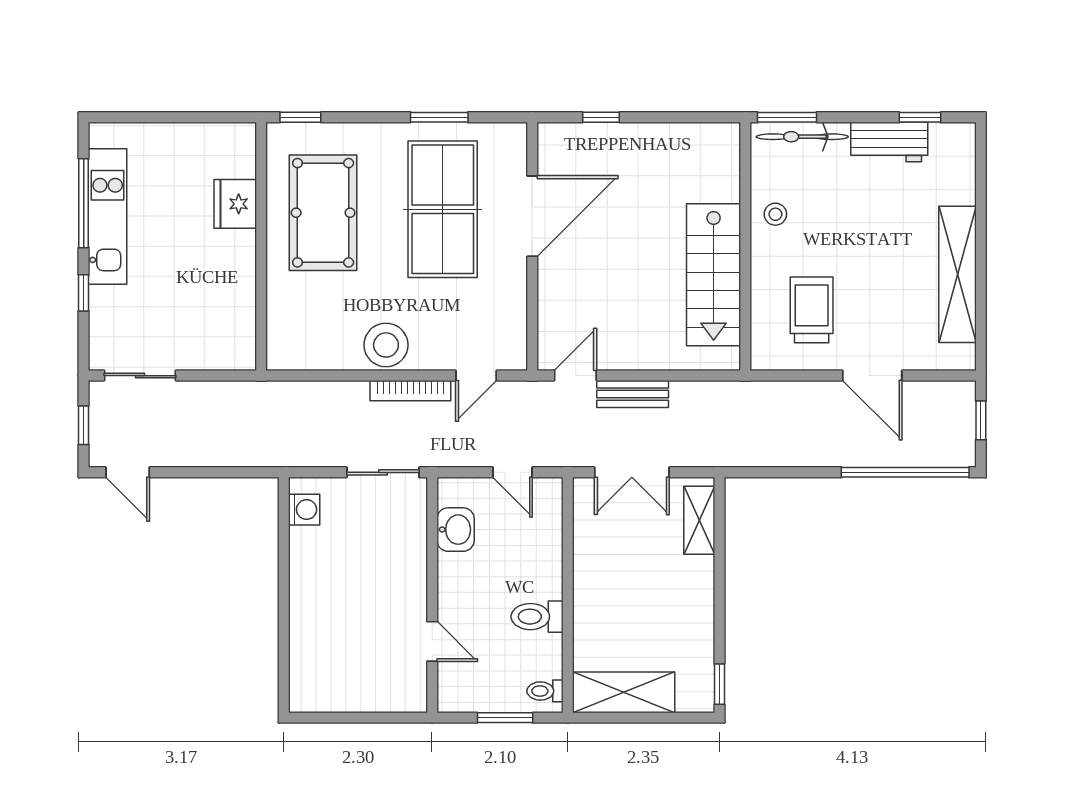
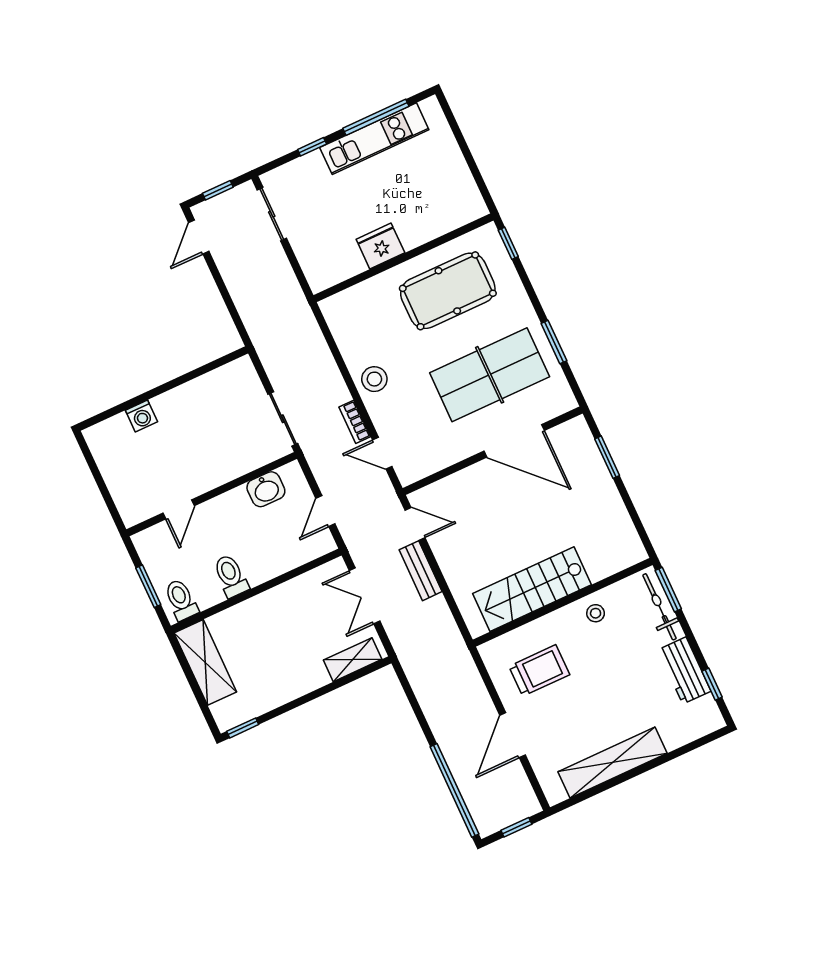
window: (601, 117) -> (607, 457), width x1.50
fridge: (235, 204) -> (380, 246), moved
stool: (386, 345) -> (374, 379), width x0.73, depth x0.73
bookcase: (410, 391) -> (355, 422), width x0.64
washing machine: (304, 510) -> (141, 416), moved
toilet: (545, 691) -> (181, 600), width x1.37, depth x1.39

